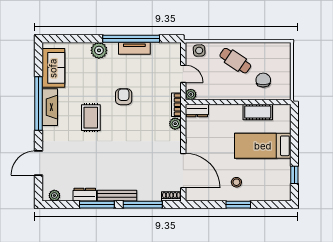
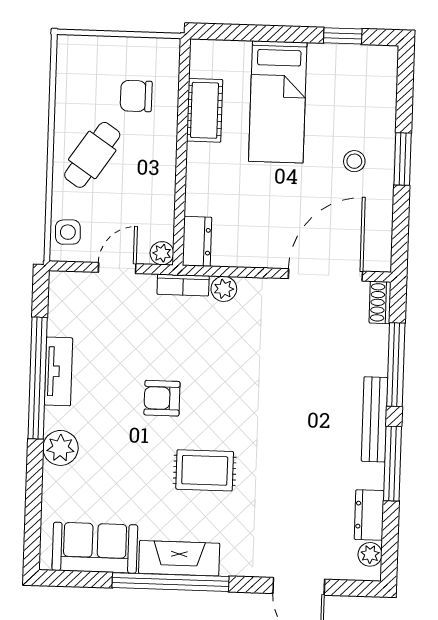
dresser: (85, 195) -> (369, 515), moved

